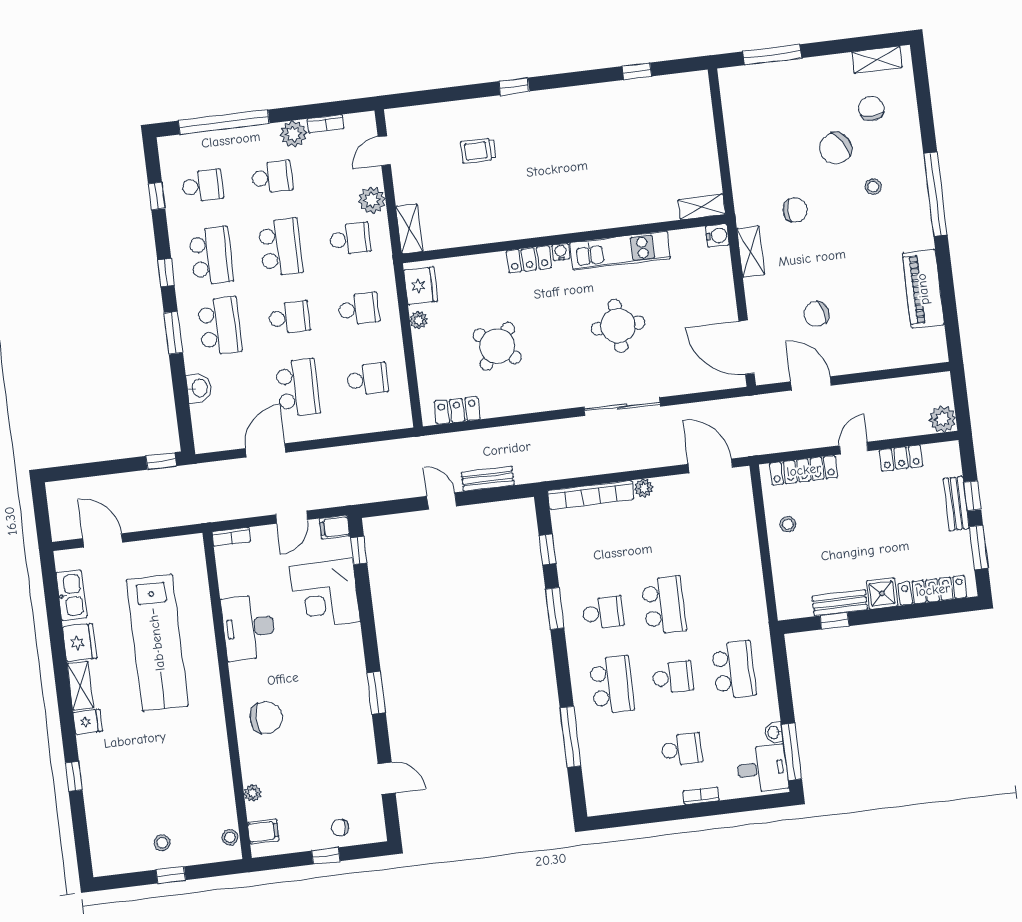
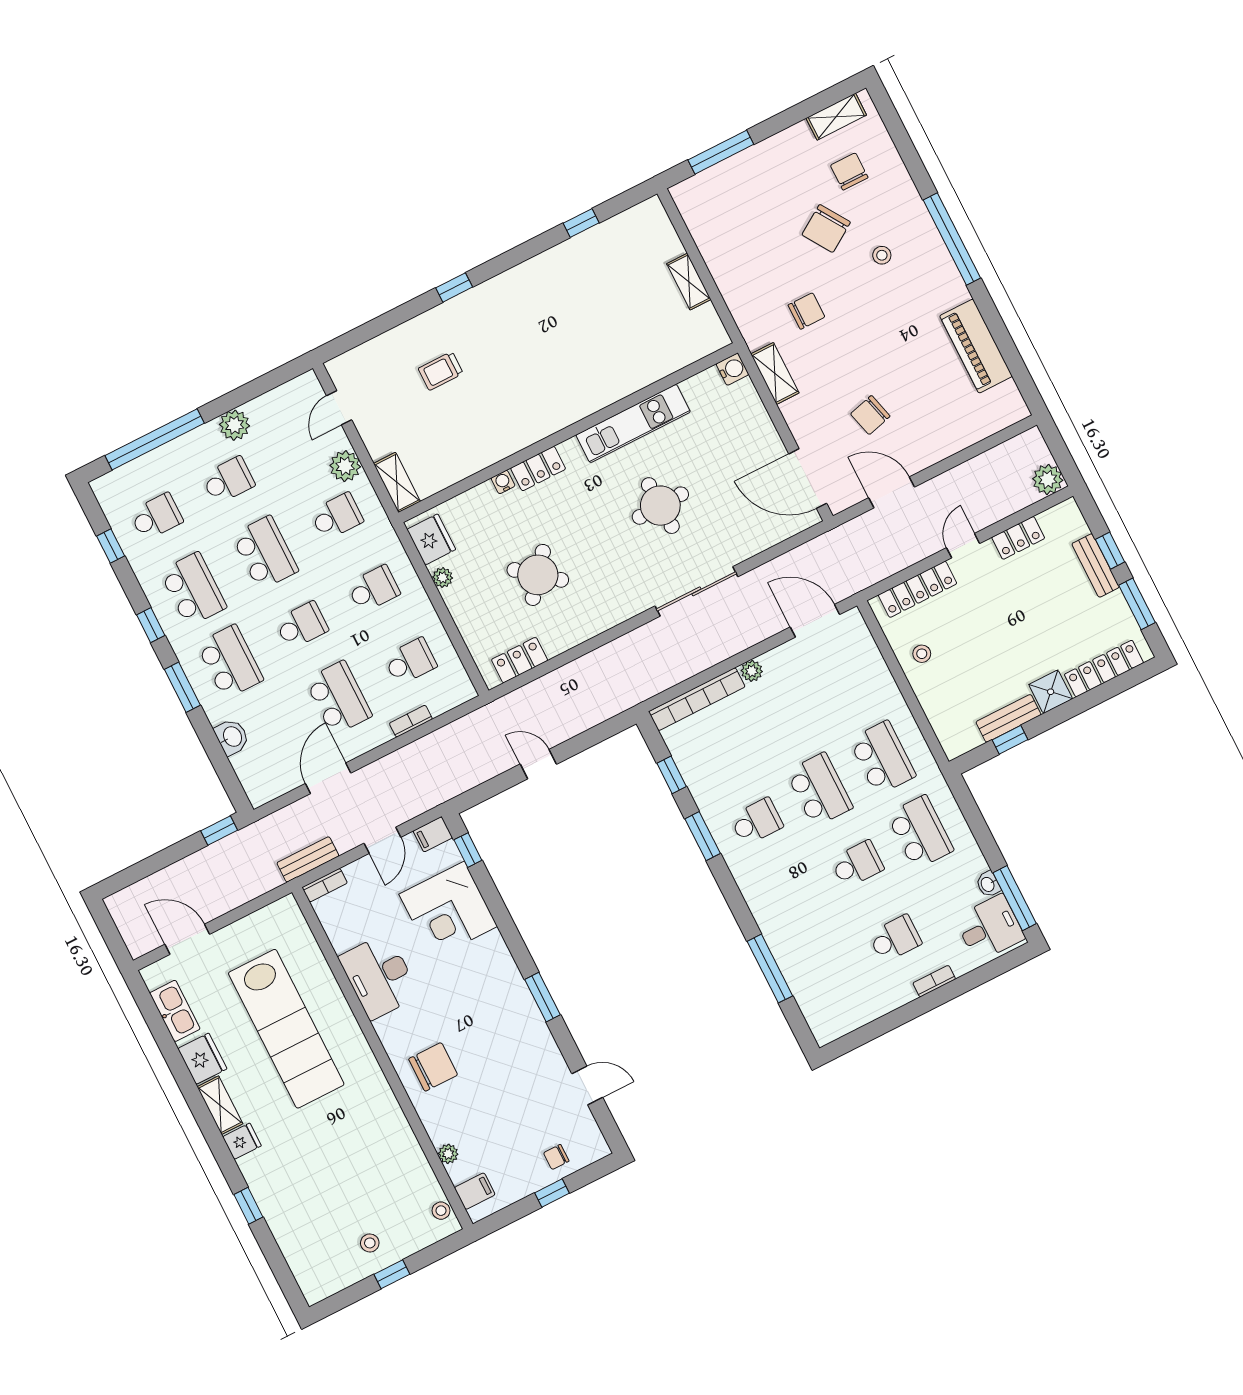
bookcase: (326, 124) -> (411, 721), moved, turned 180
shelving: (702, 207) -> (689, 282), moved, turned 90
water cooler: (561, 252) -> (503, 482), moved
bench: (488, 479) -> (308, 859), moved
school desk: (612, 685) -> (882, 758), moved

